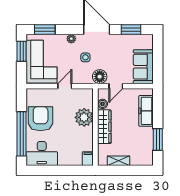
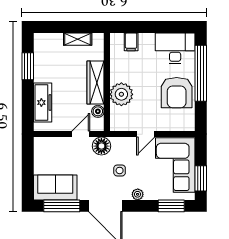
window: (131, 29) -> (62, 206), width x1.44
sofa: (143, 67) -> (55, 187), moved, turned -90
filing cabinet: (88, 159) -> (131, 42), moved

